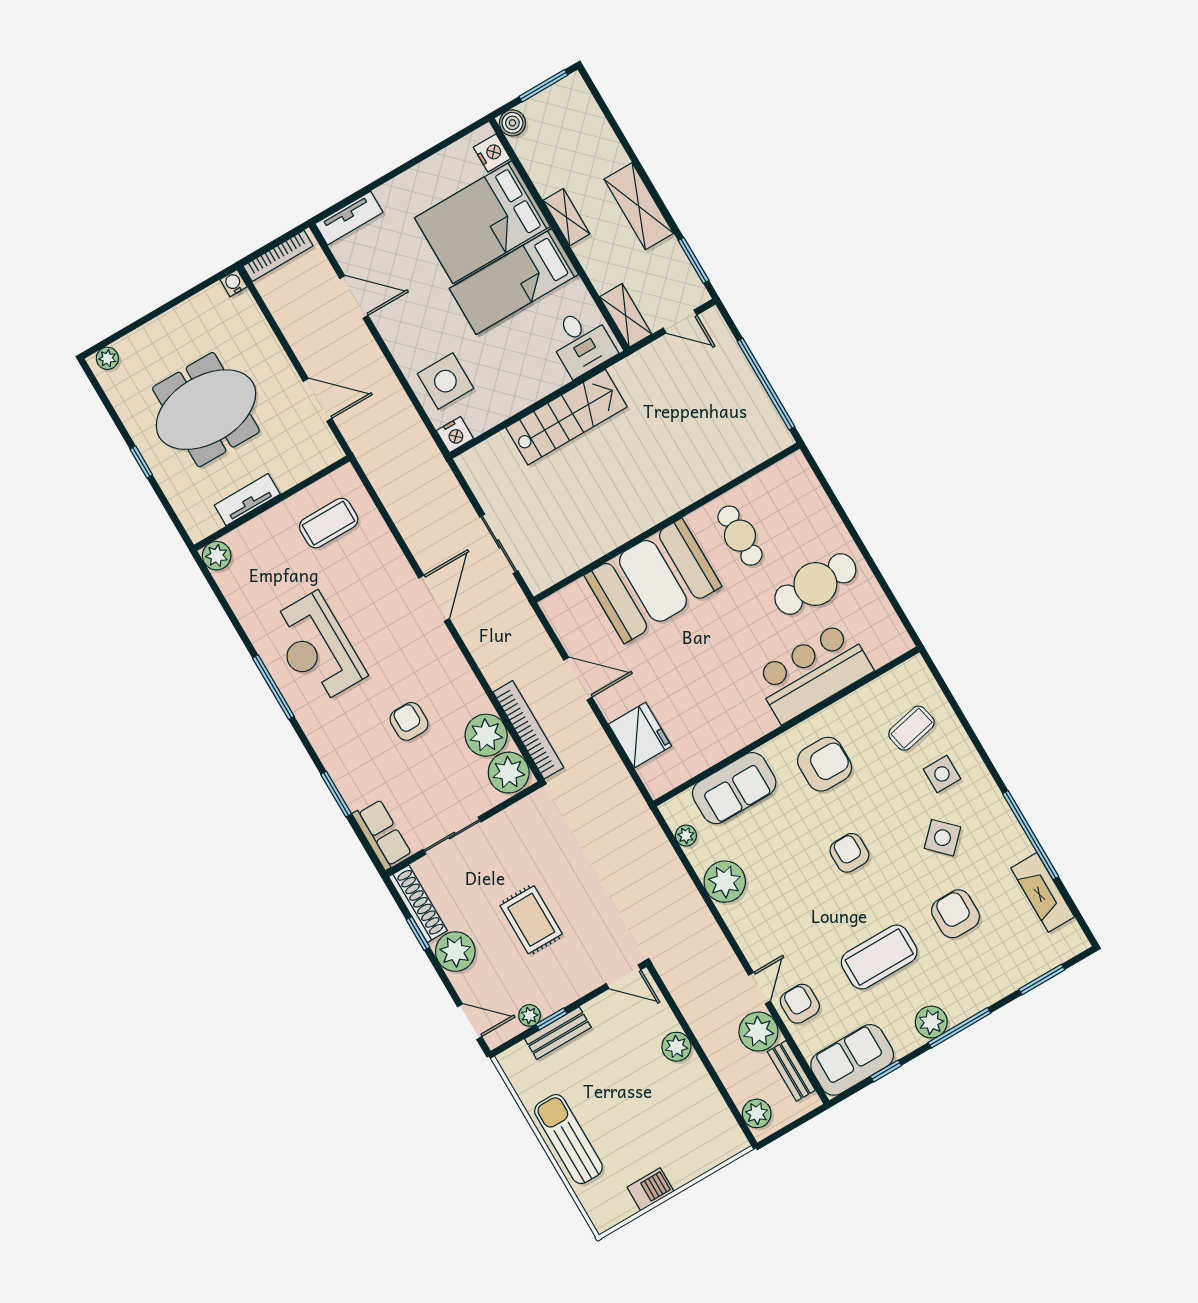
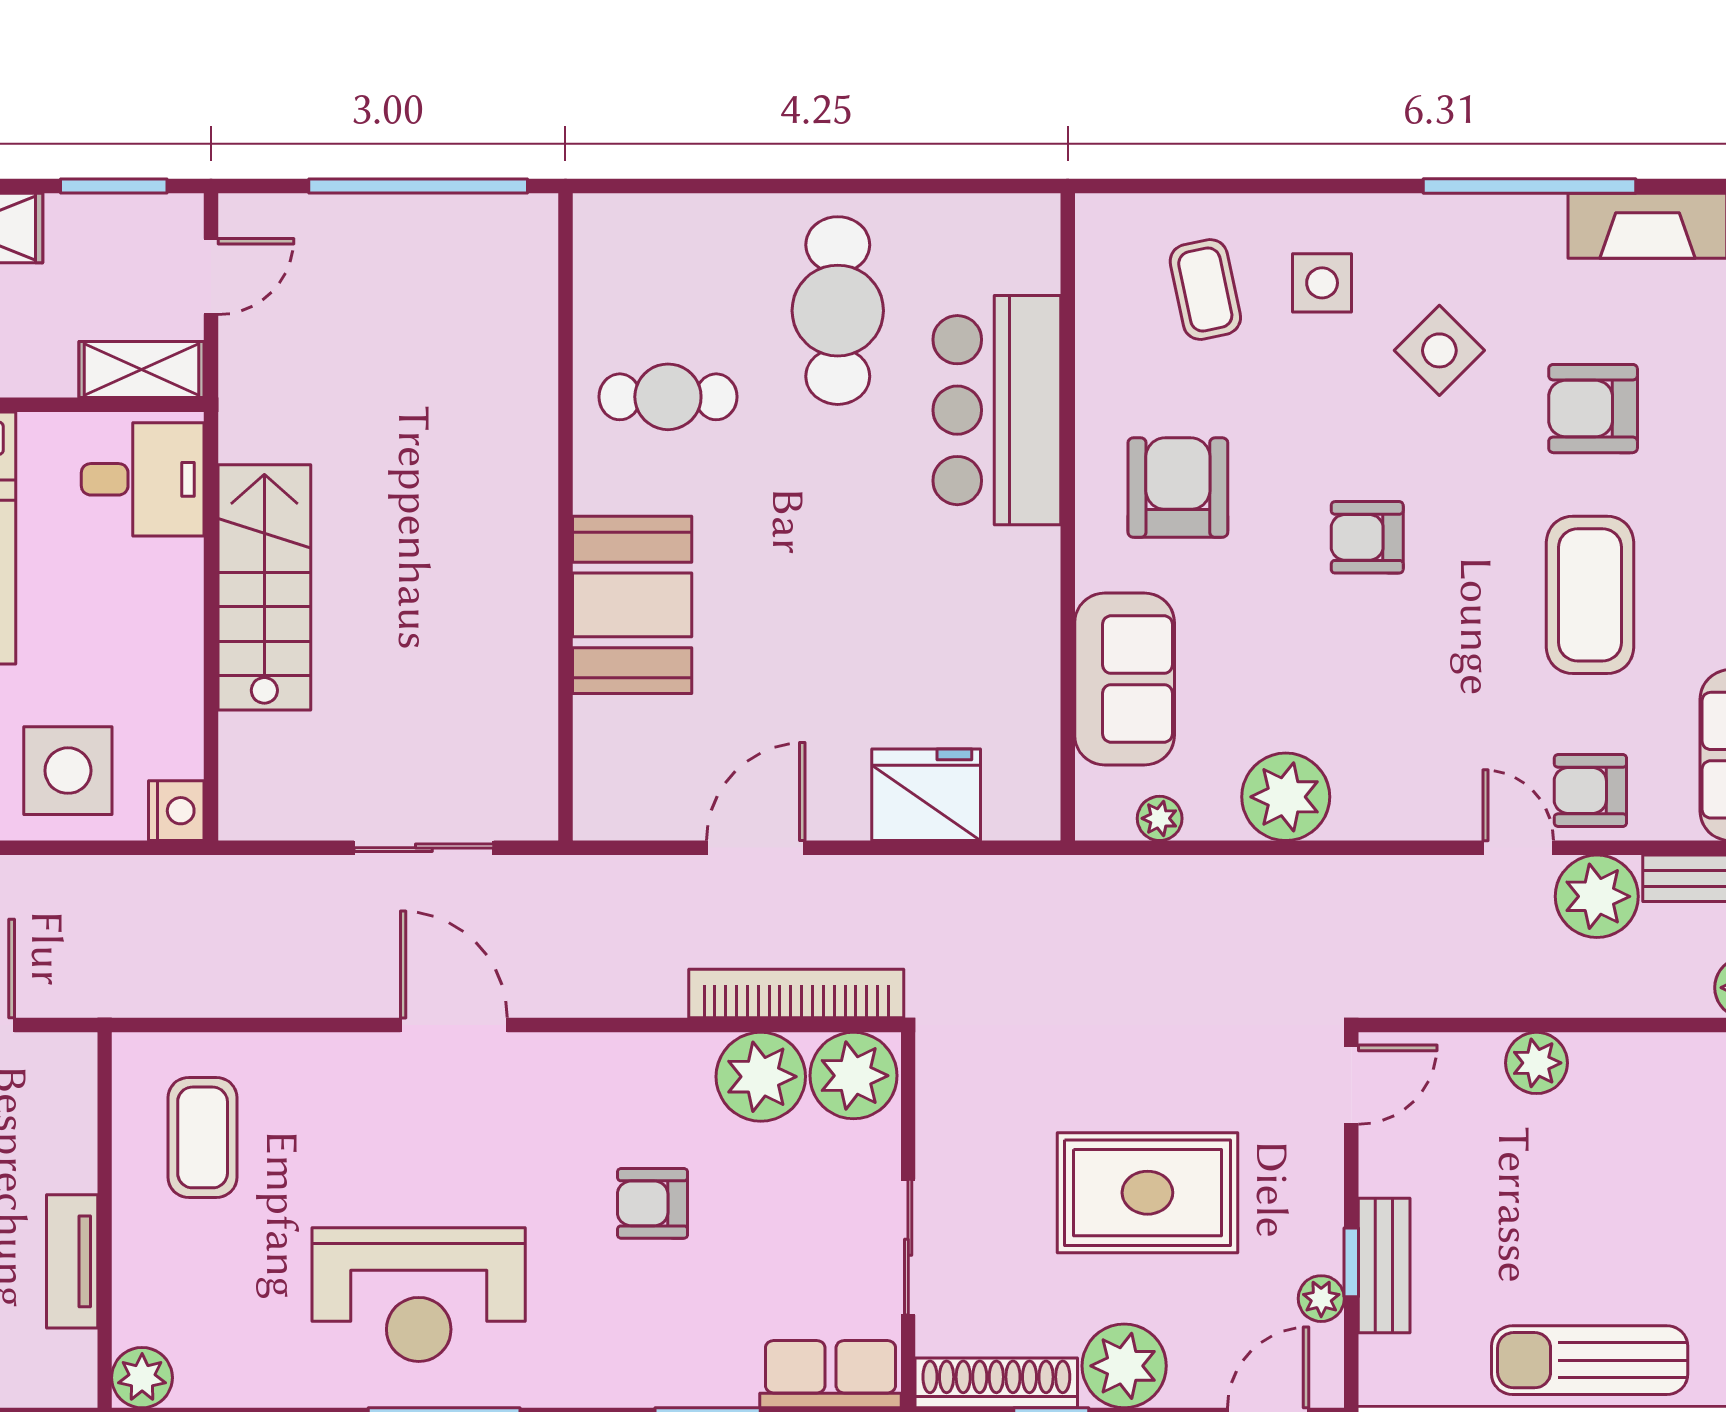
booth: (653, 581) -> (632, 605), width x0.73, depth x0.70
rug: (531, 920) -> (1147, 1193), width x1.36, depth x1.43

